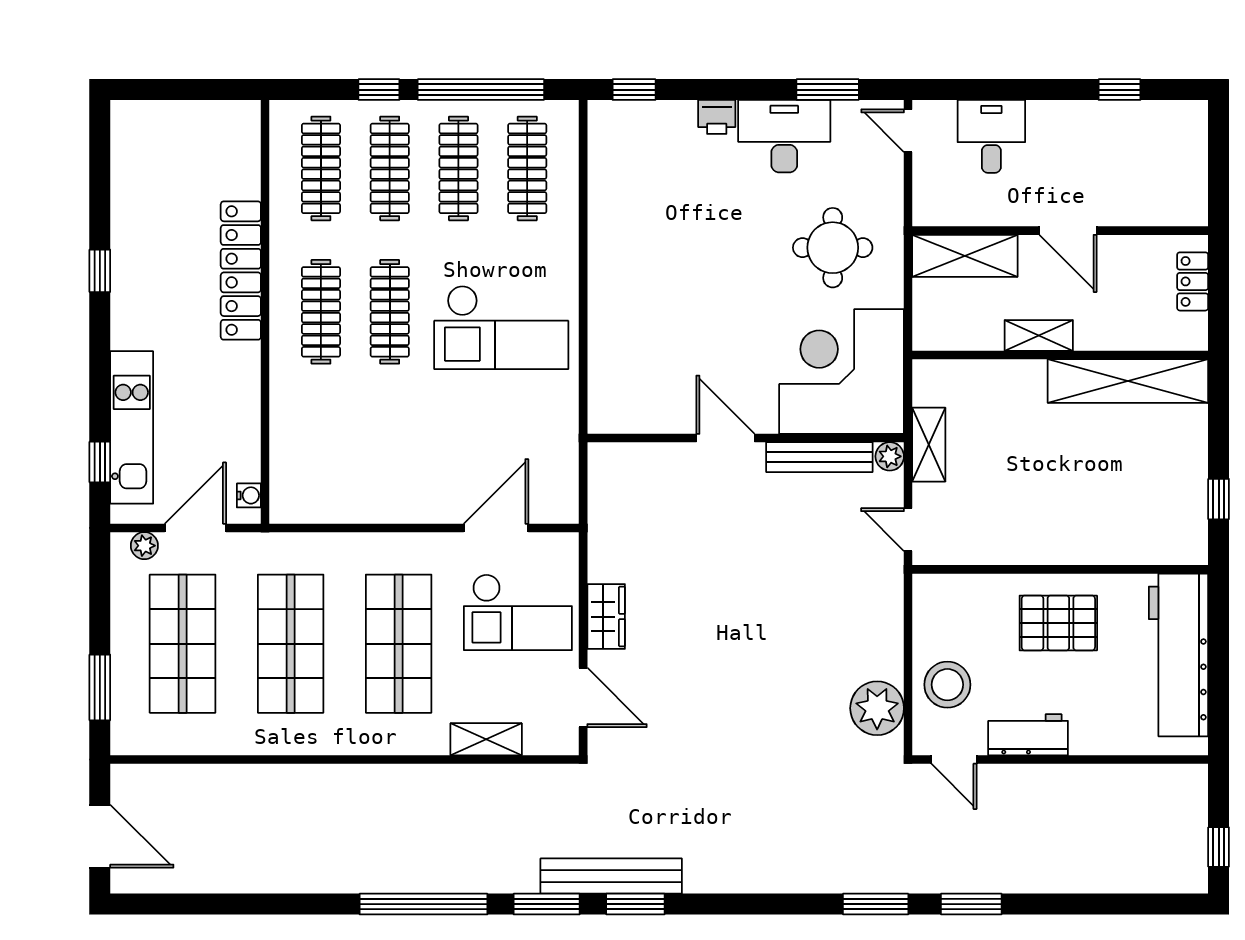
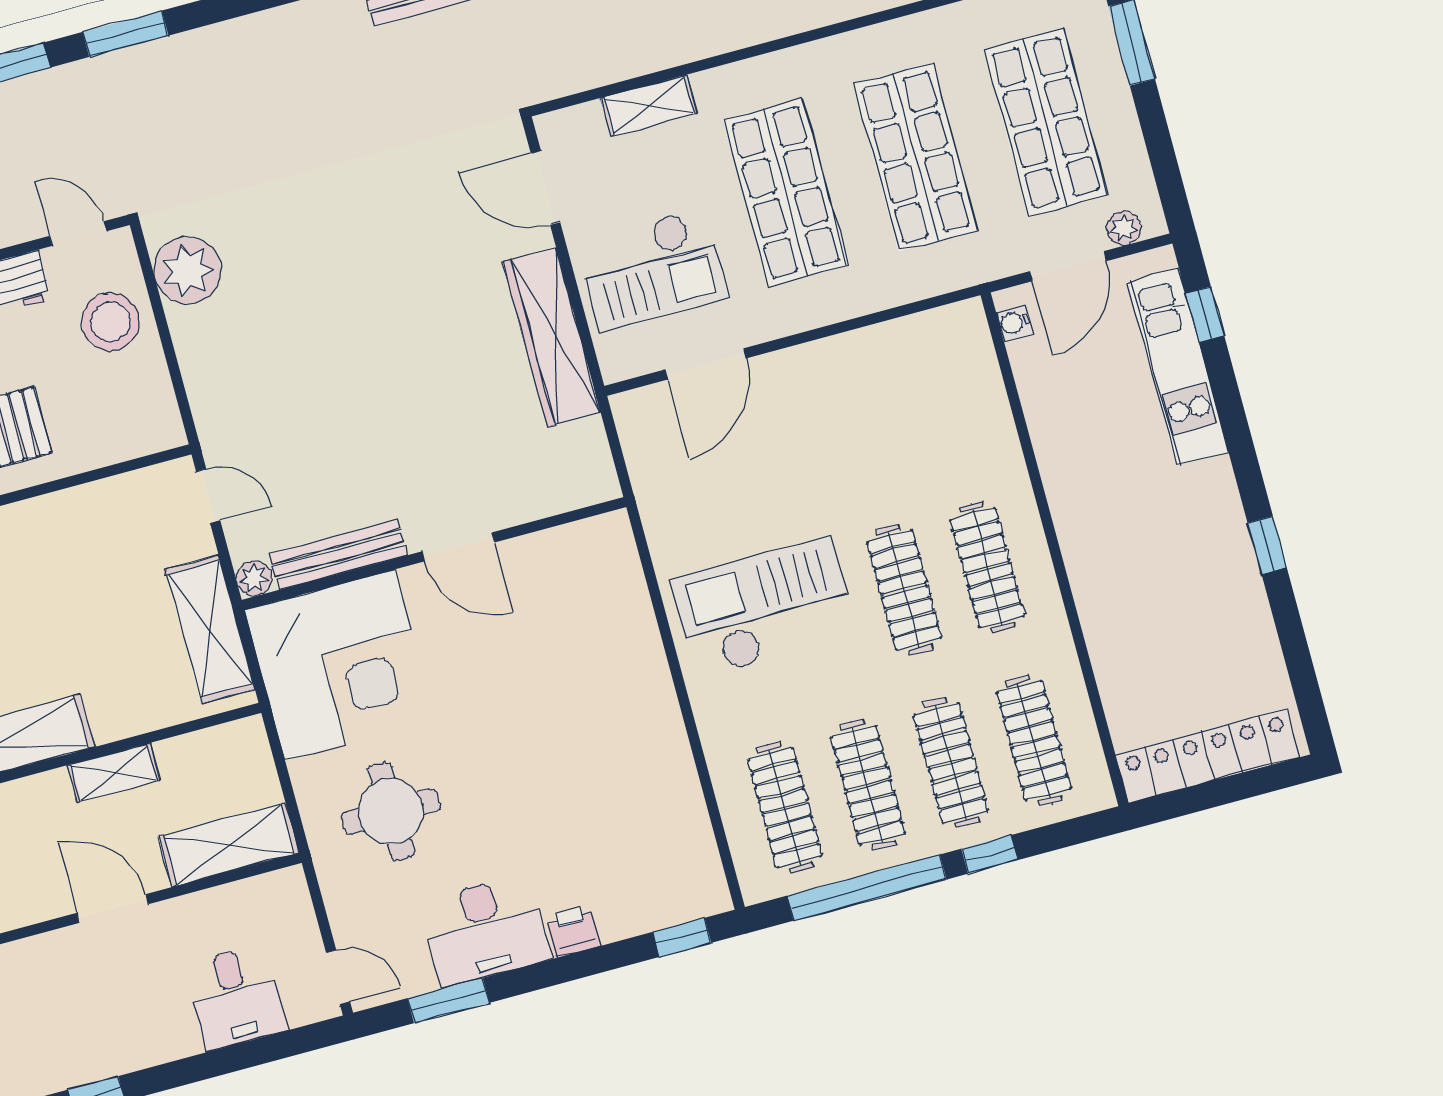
locker: (241, 271) -> (1208, 756), moved, turned -90
shelving: (929, 445) -> (210, 629), width x1.50, depth x1.33
checkout: (518, 612) -> (652, 269), turned 180
wardrobe: (606, 617) -> (552, 337), width x2.10, depth x1.17

